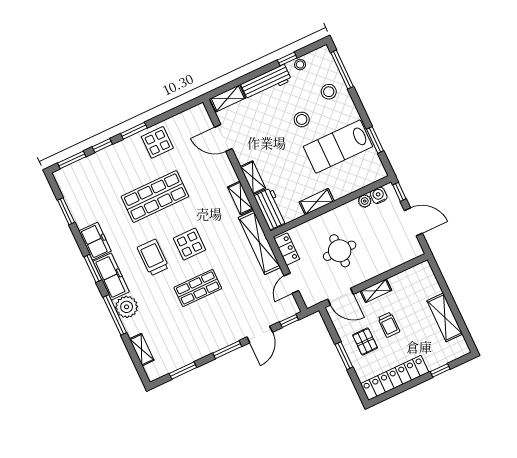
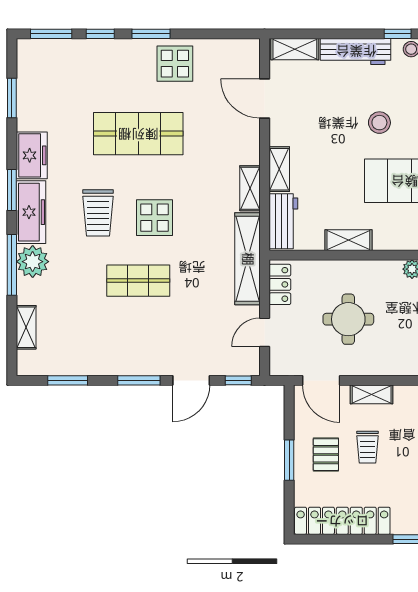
trolley: (153, 258) -> (98, 213), turned 180

